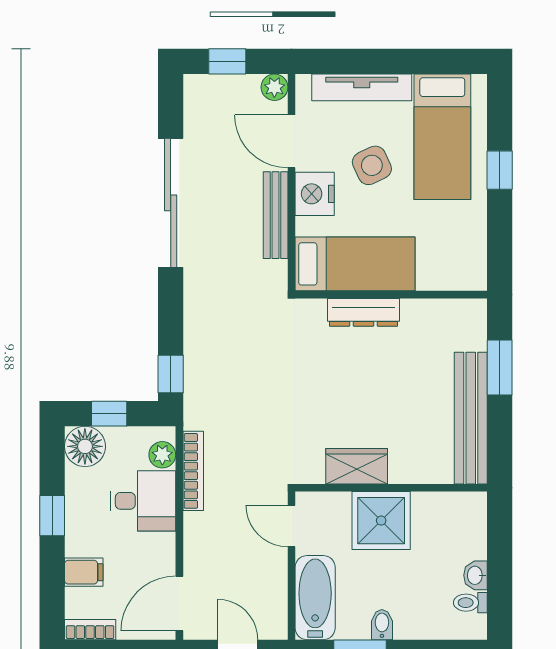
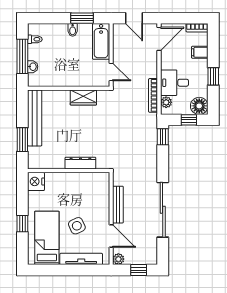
nightstand: (315, 194) -> (36, 181), moved, turned 180
bed: (355, 264) -> (84, 184), removed
shower: (381, 521) -> (73, 74), removed
window: (500, 562) -> (22, 56), added
washbasin: (476, 575) -> (33, 67), moved

